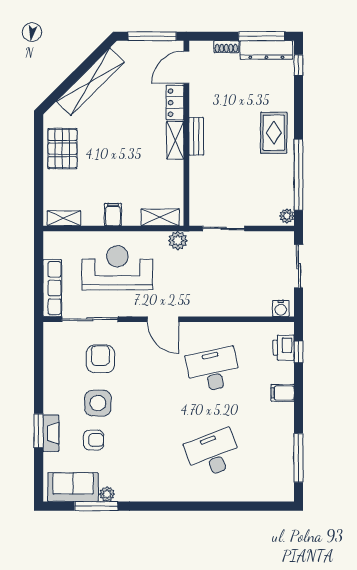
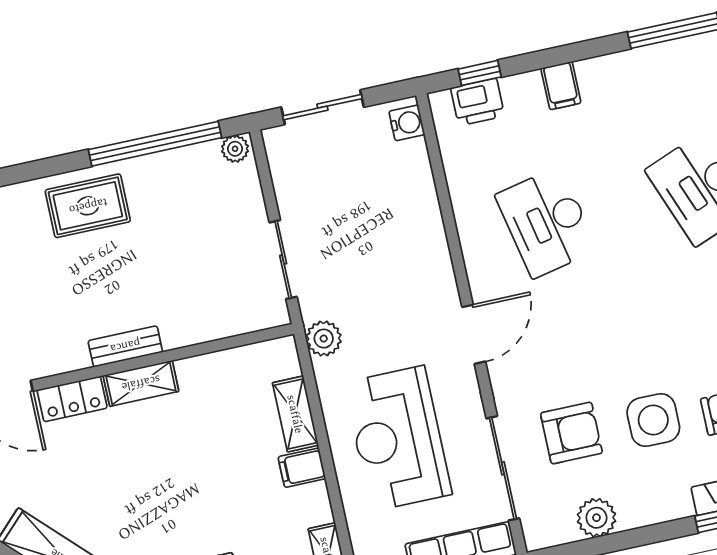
shelving: (160, 217) -> (295, 414), moved
armchair: (100, 359) -> (571, 433), turned 180
plant: (53, 362) -> (596, 518), added

